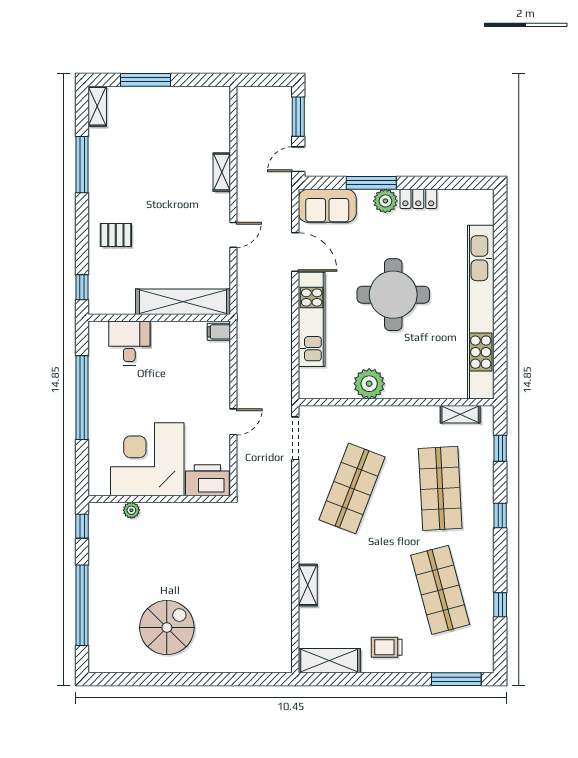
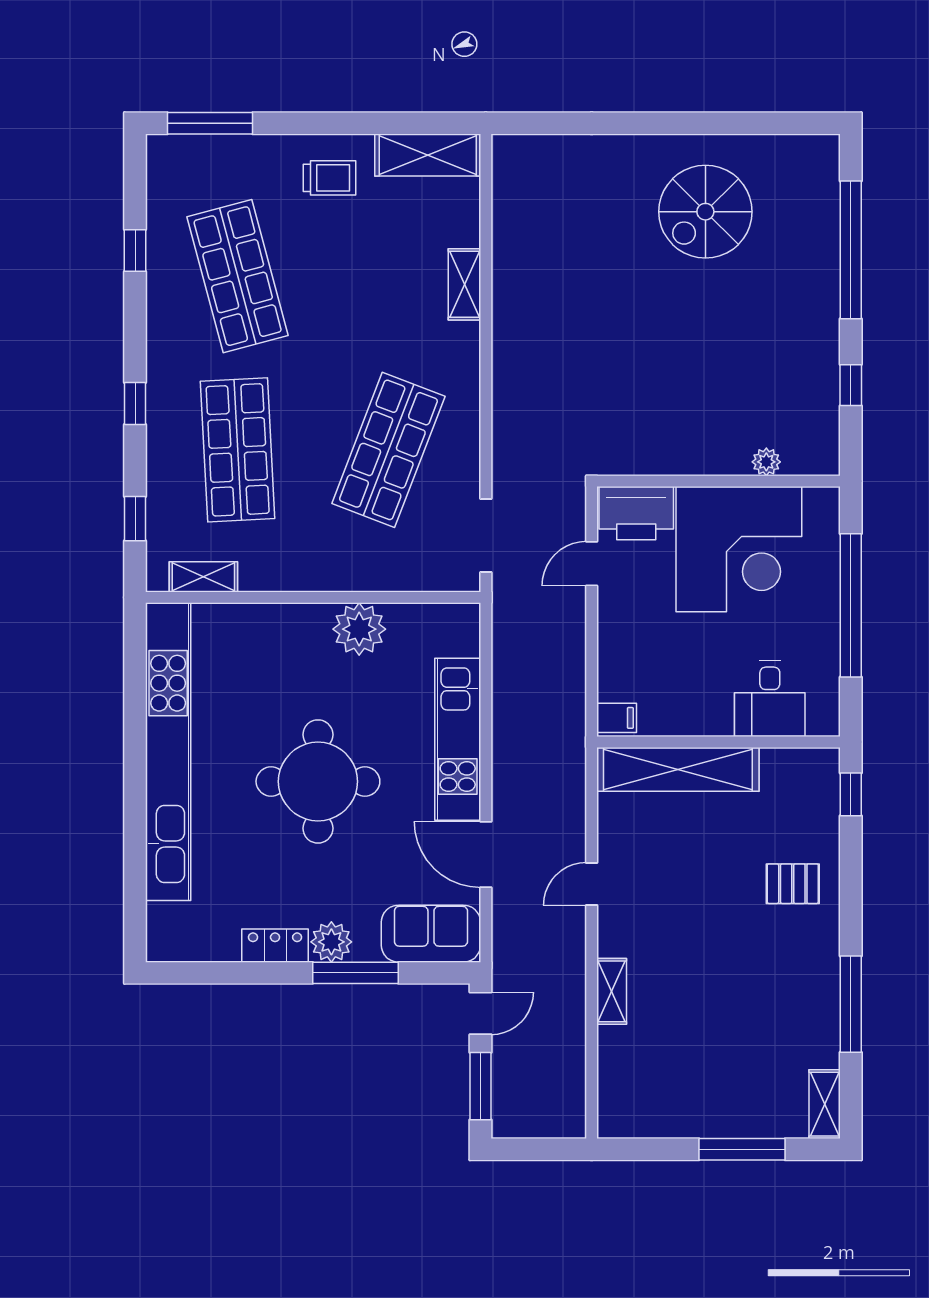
corner desk: (147, 459) -> (739, 549), moved
printer: (207, 480) -> (636, 513), moved
wall: (159, 499) -> (718, 481), moved
plant: (131, 510) -> (766, 462), moved

